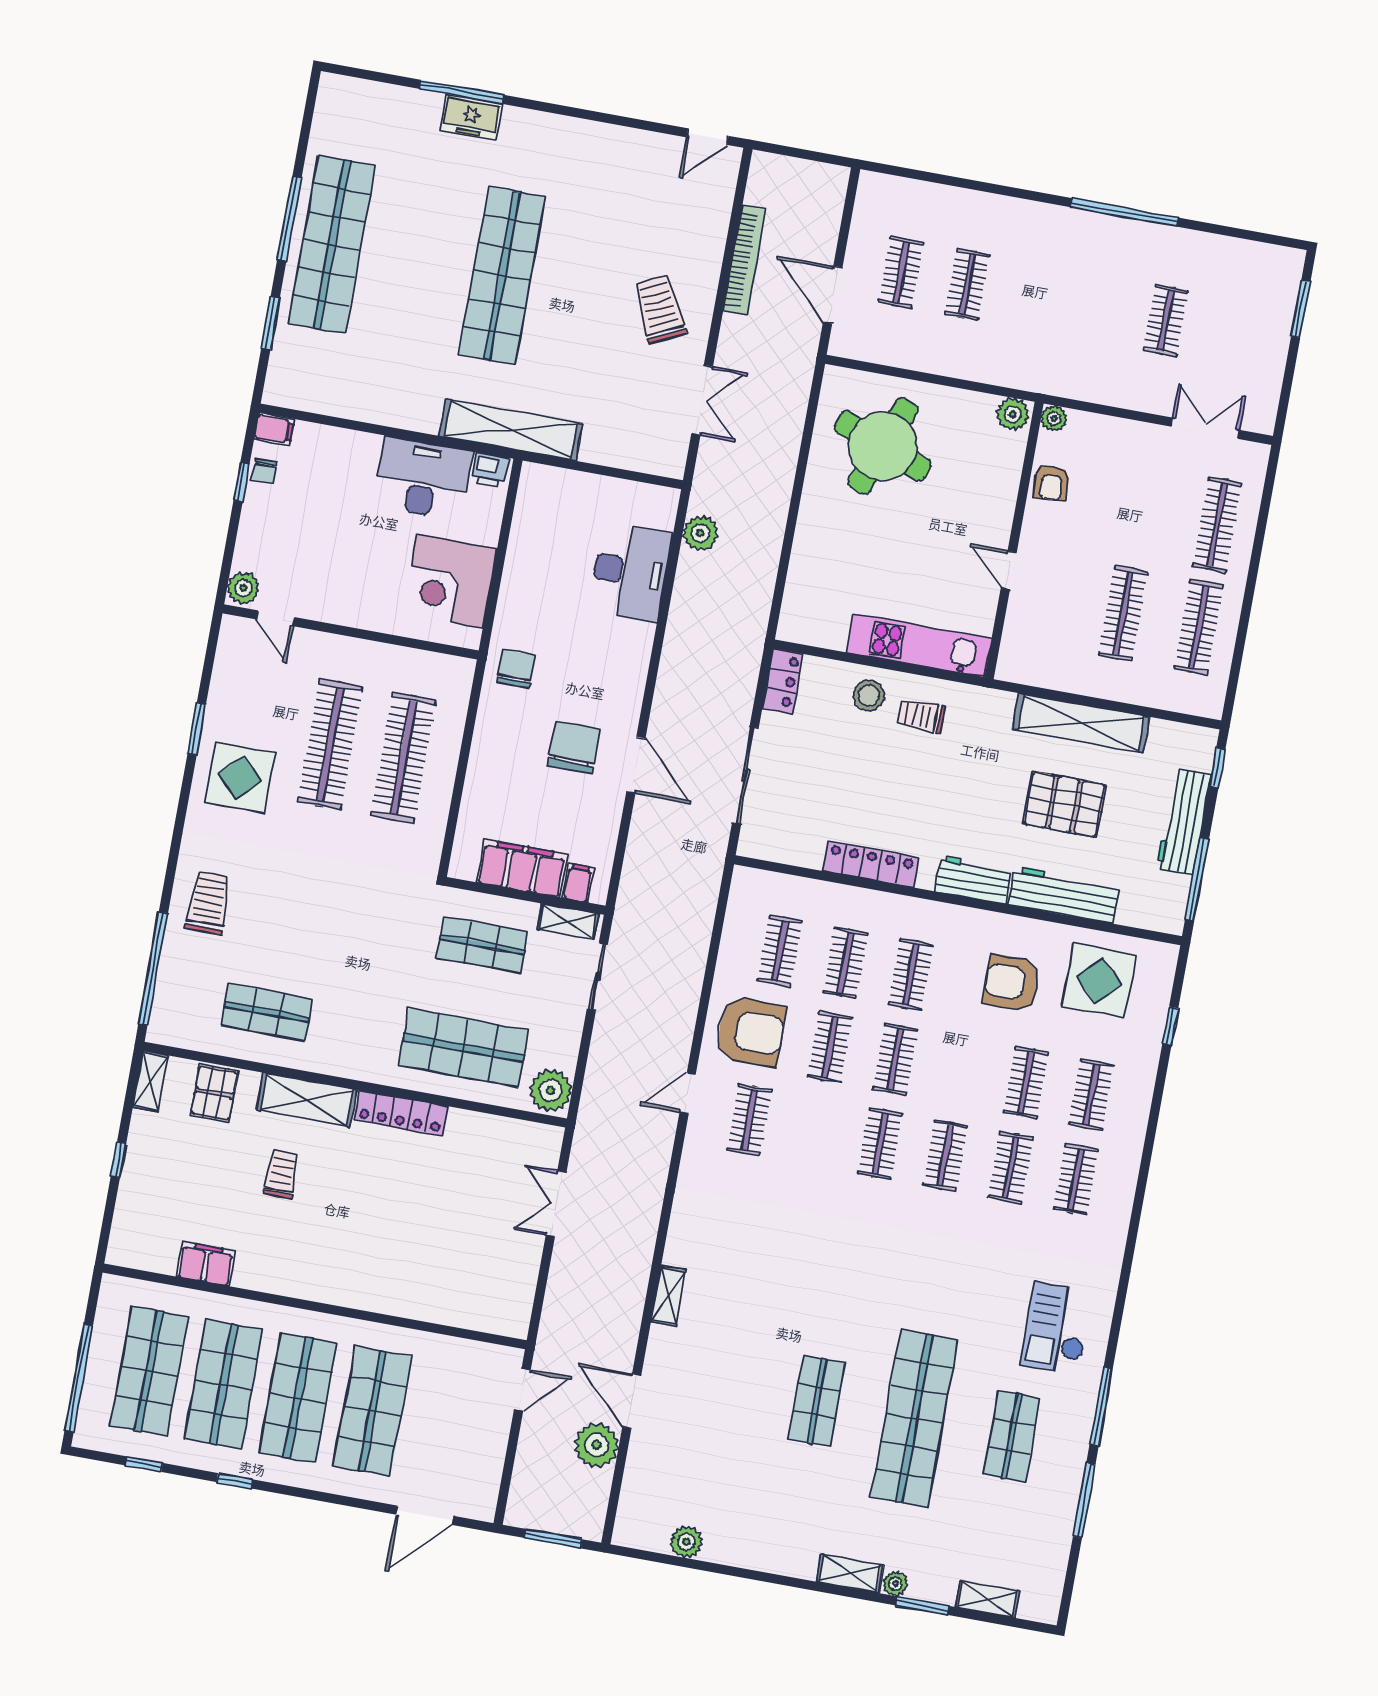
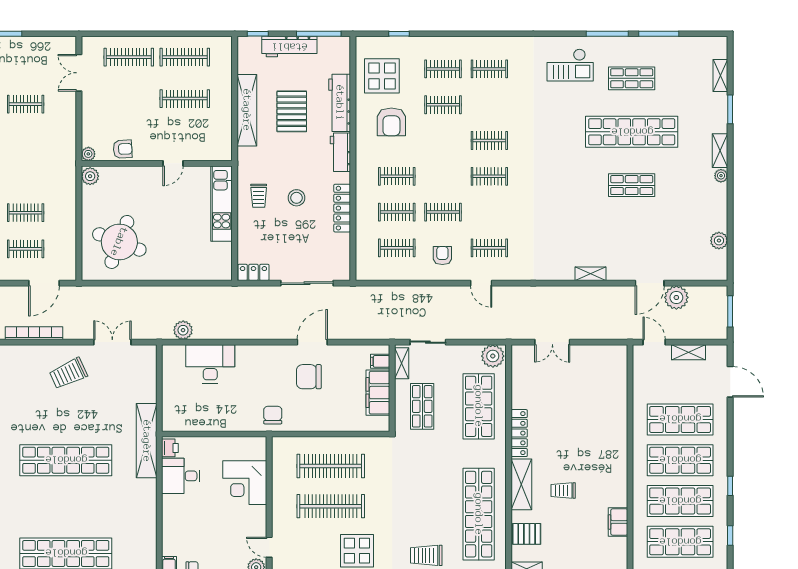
desk: (423, 478) -> (181, 476), width x0.73
corner desk: (450, 581) -> (245, 483), moved, turned 90
door: (275, 618) -> (269, 547), swing flipped
chair: (516, 669) -> (273, 415), turned 90
stool: (869, 695) -> (297, 198), moved
shop shelf: (266, 1012) -> (479, 514), width x2.00, depth x1.36
armchair: (751, 1032) -> (442, 256), width x0.53, depth x0.53
clothes rail: (895, 1059) -> (443, 176), removed
clothes rail: (1011, 1167) -> (489, 105), removed
shelving: (493, 1449) -> (688, 352), added
plant: (895, 1584) -> (721, 176), moved

